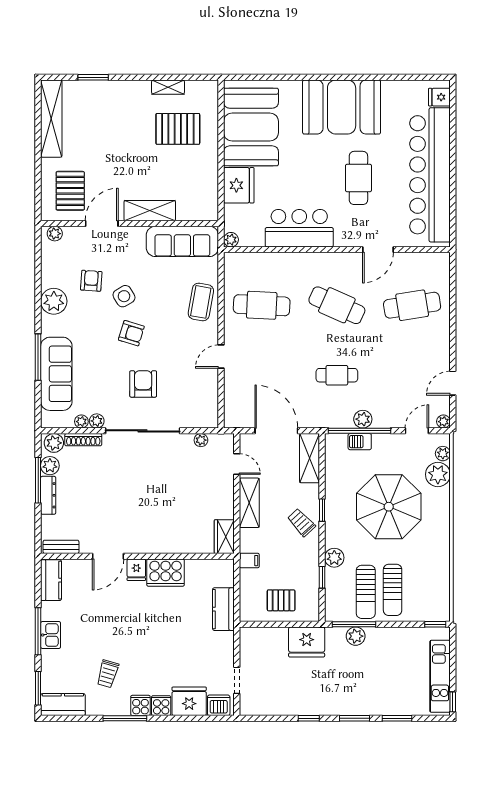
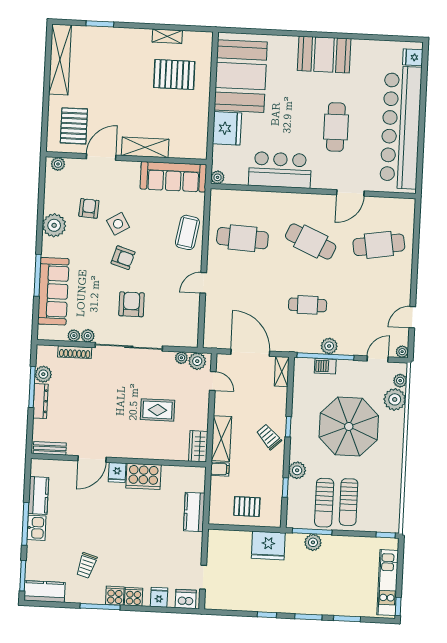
booth: (342, 107) -> (324, 55), width x0.73, depth x0.70
plant: (54, 443) -> (197, 361), moved
shelving: (310, 458) -> (282, 372), width x0.67, depth x0.75
rug: (177, 499) -> (158, 410), added
shelving: (249, 503) -> (221, 439), moved
kitchen counter: (51, 580) -> (38, 496), moved
fridge: (189, 701) -> (159, 597), width x0.53, depth x0.75

